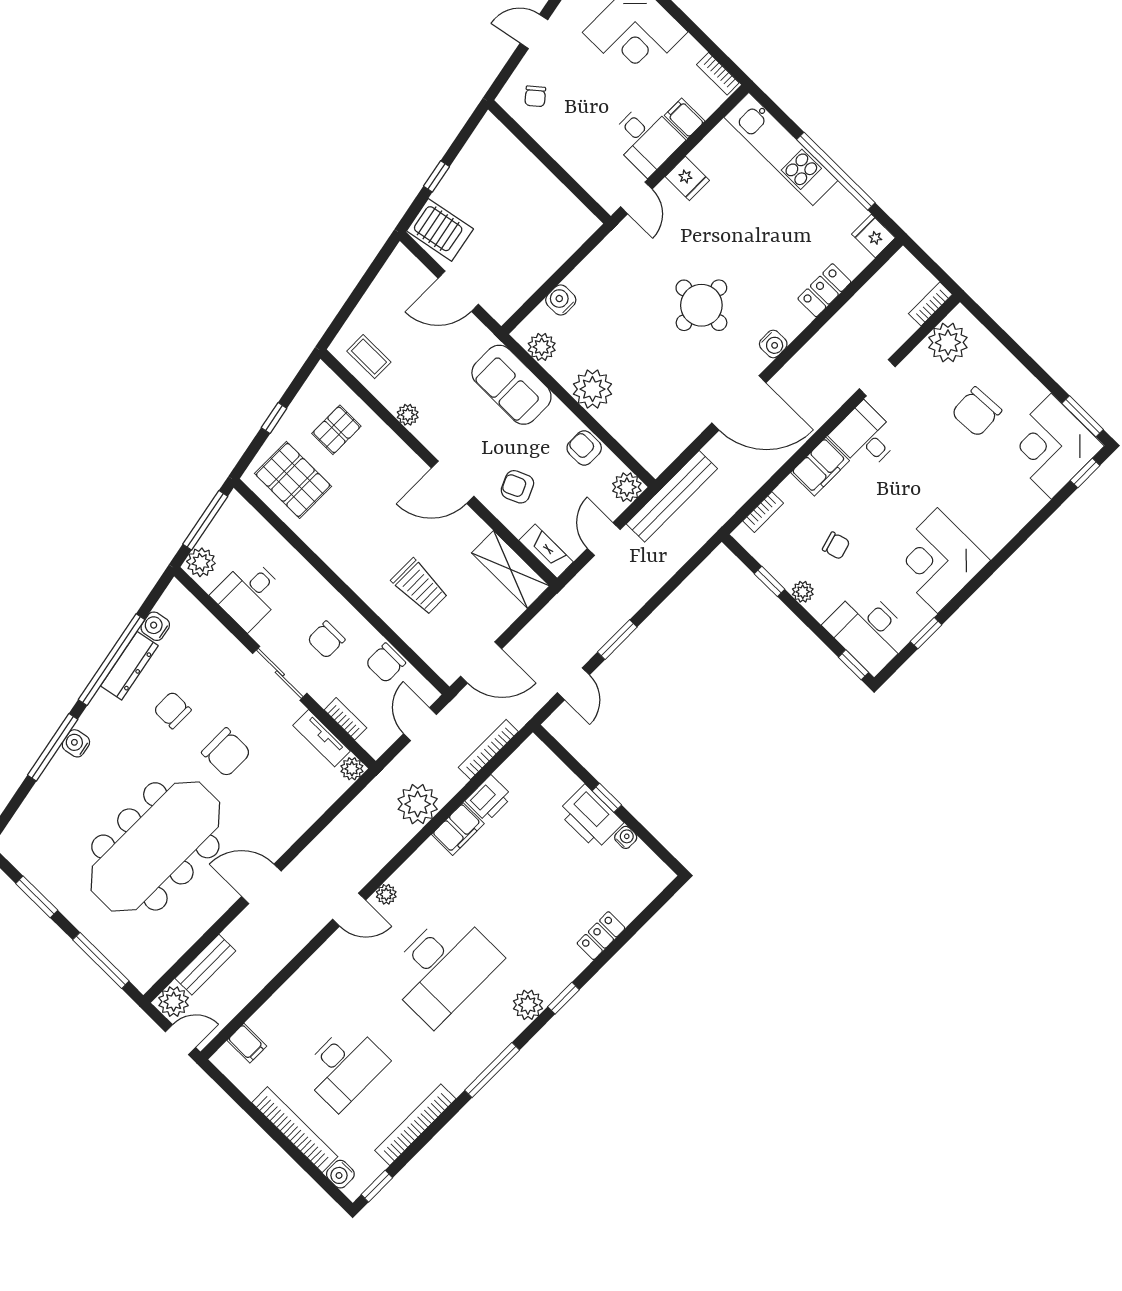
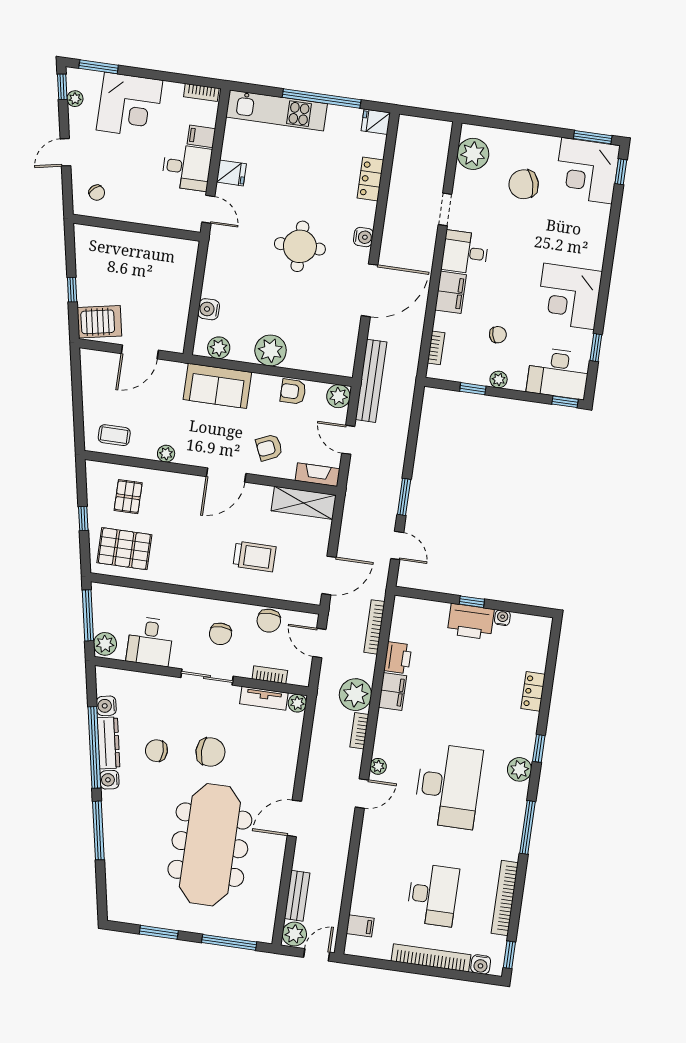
bookcase: (930, 304) -> (359, 731), moved
chair: (977, 412) -> (524, 184), turned 77
water cooler: (76, 743) -> (109, 780), moved

